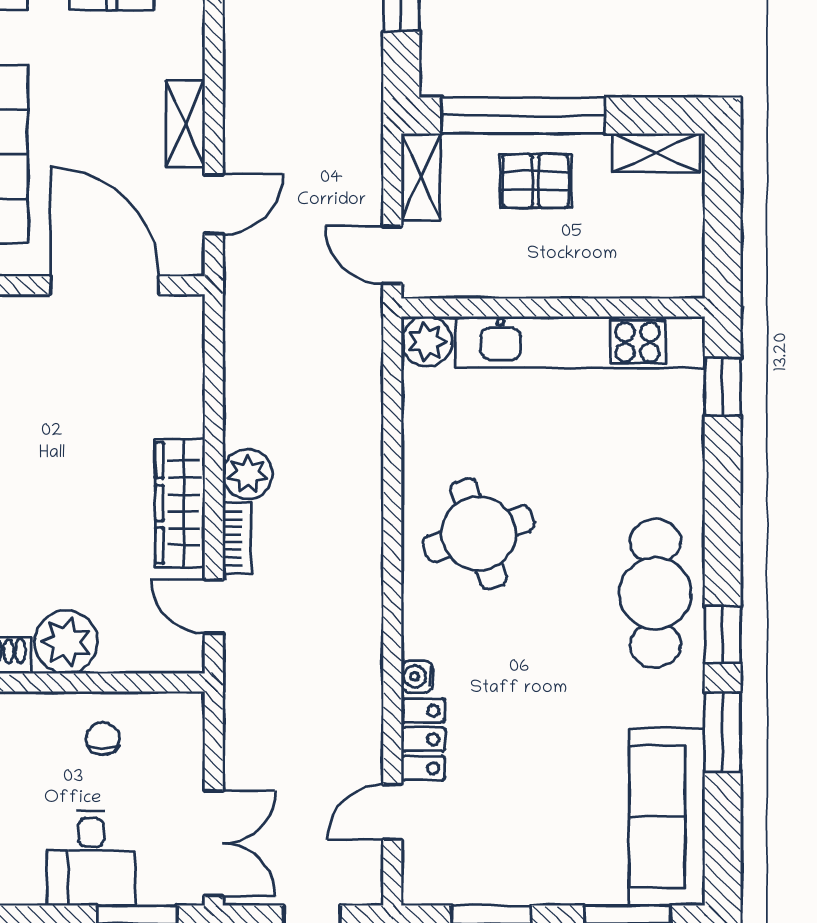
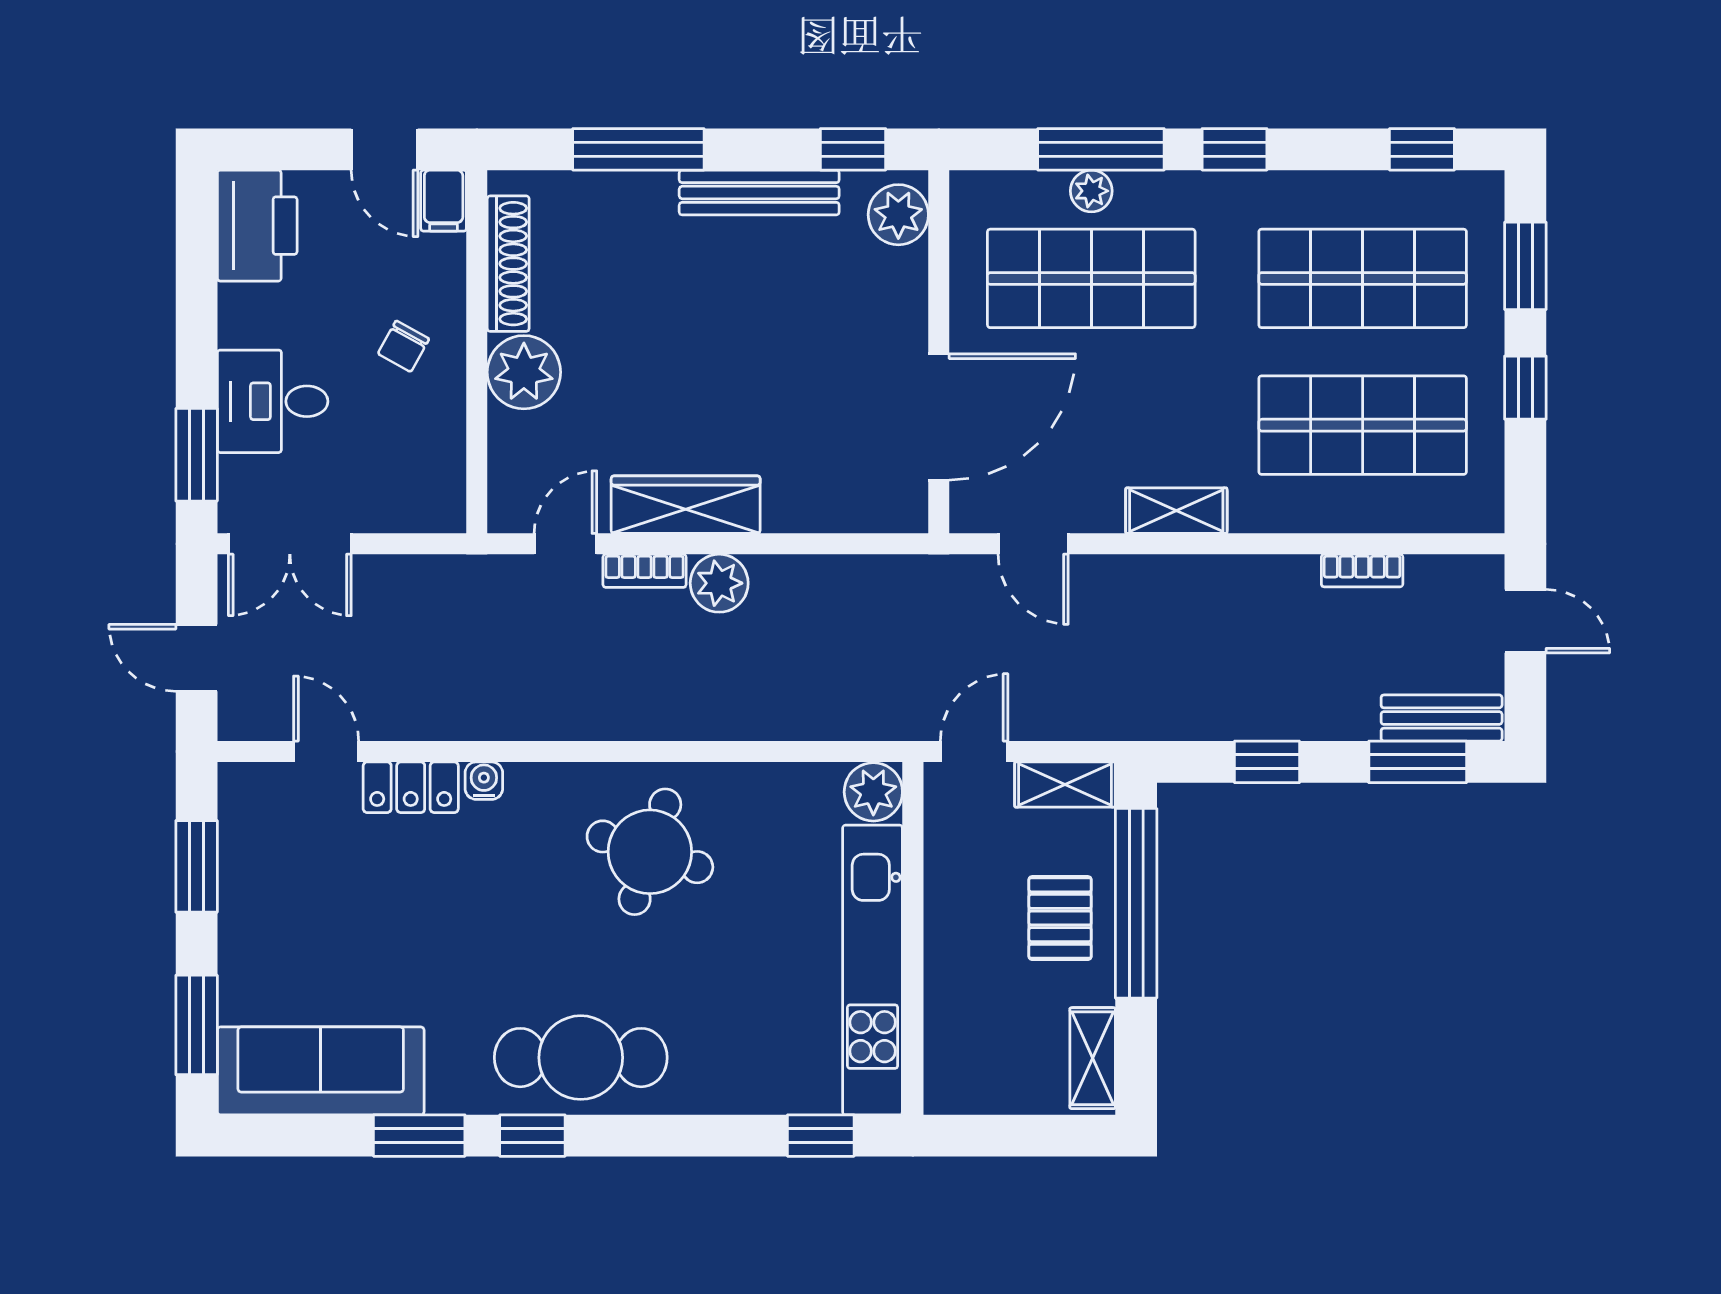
shelving: (185, 124) -> (1176, 511), moved
round table: (479, 534) -> (650, 852), turned 36
chair: (103, 739) -> (403, 346), moved, turned 119

